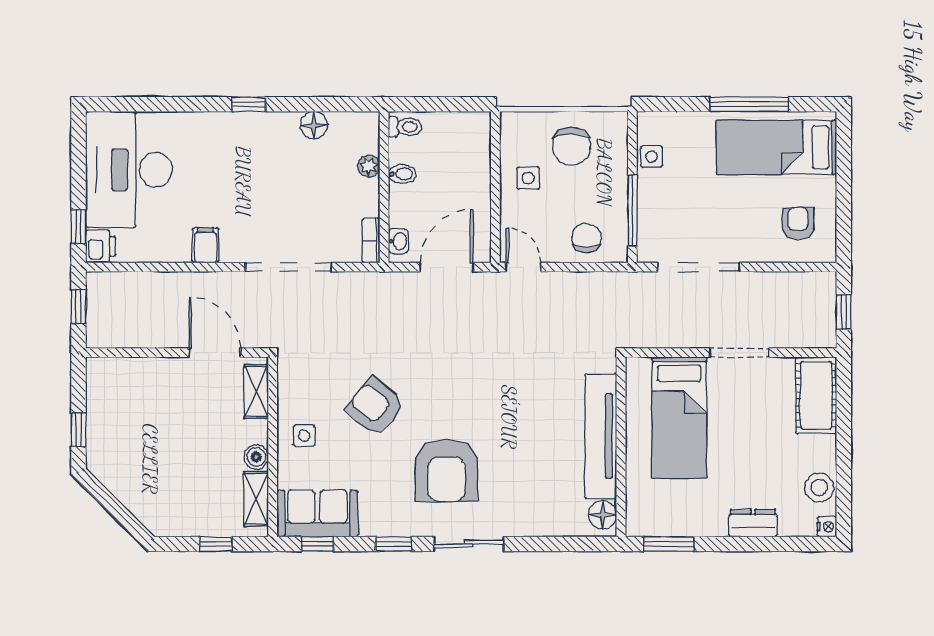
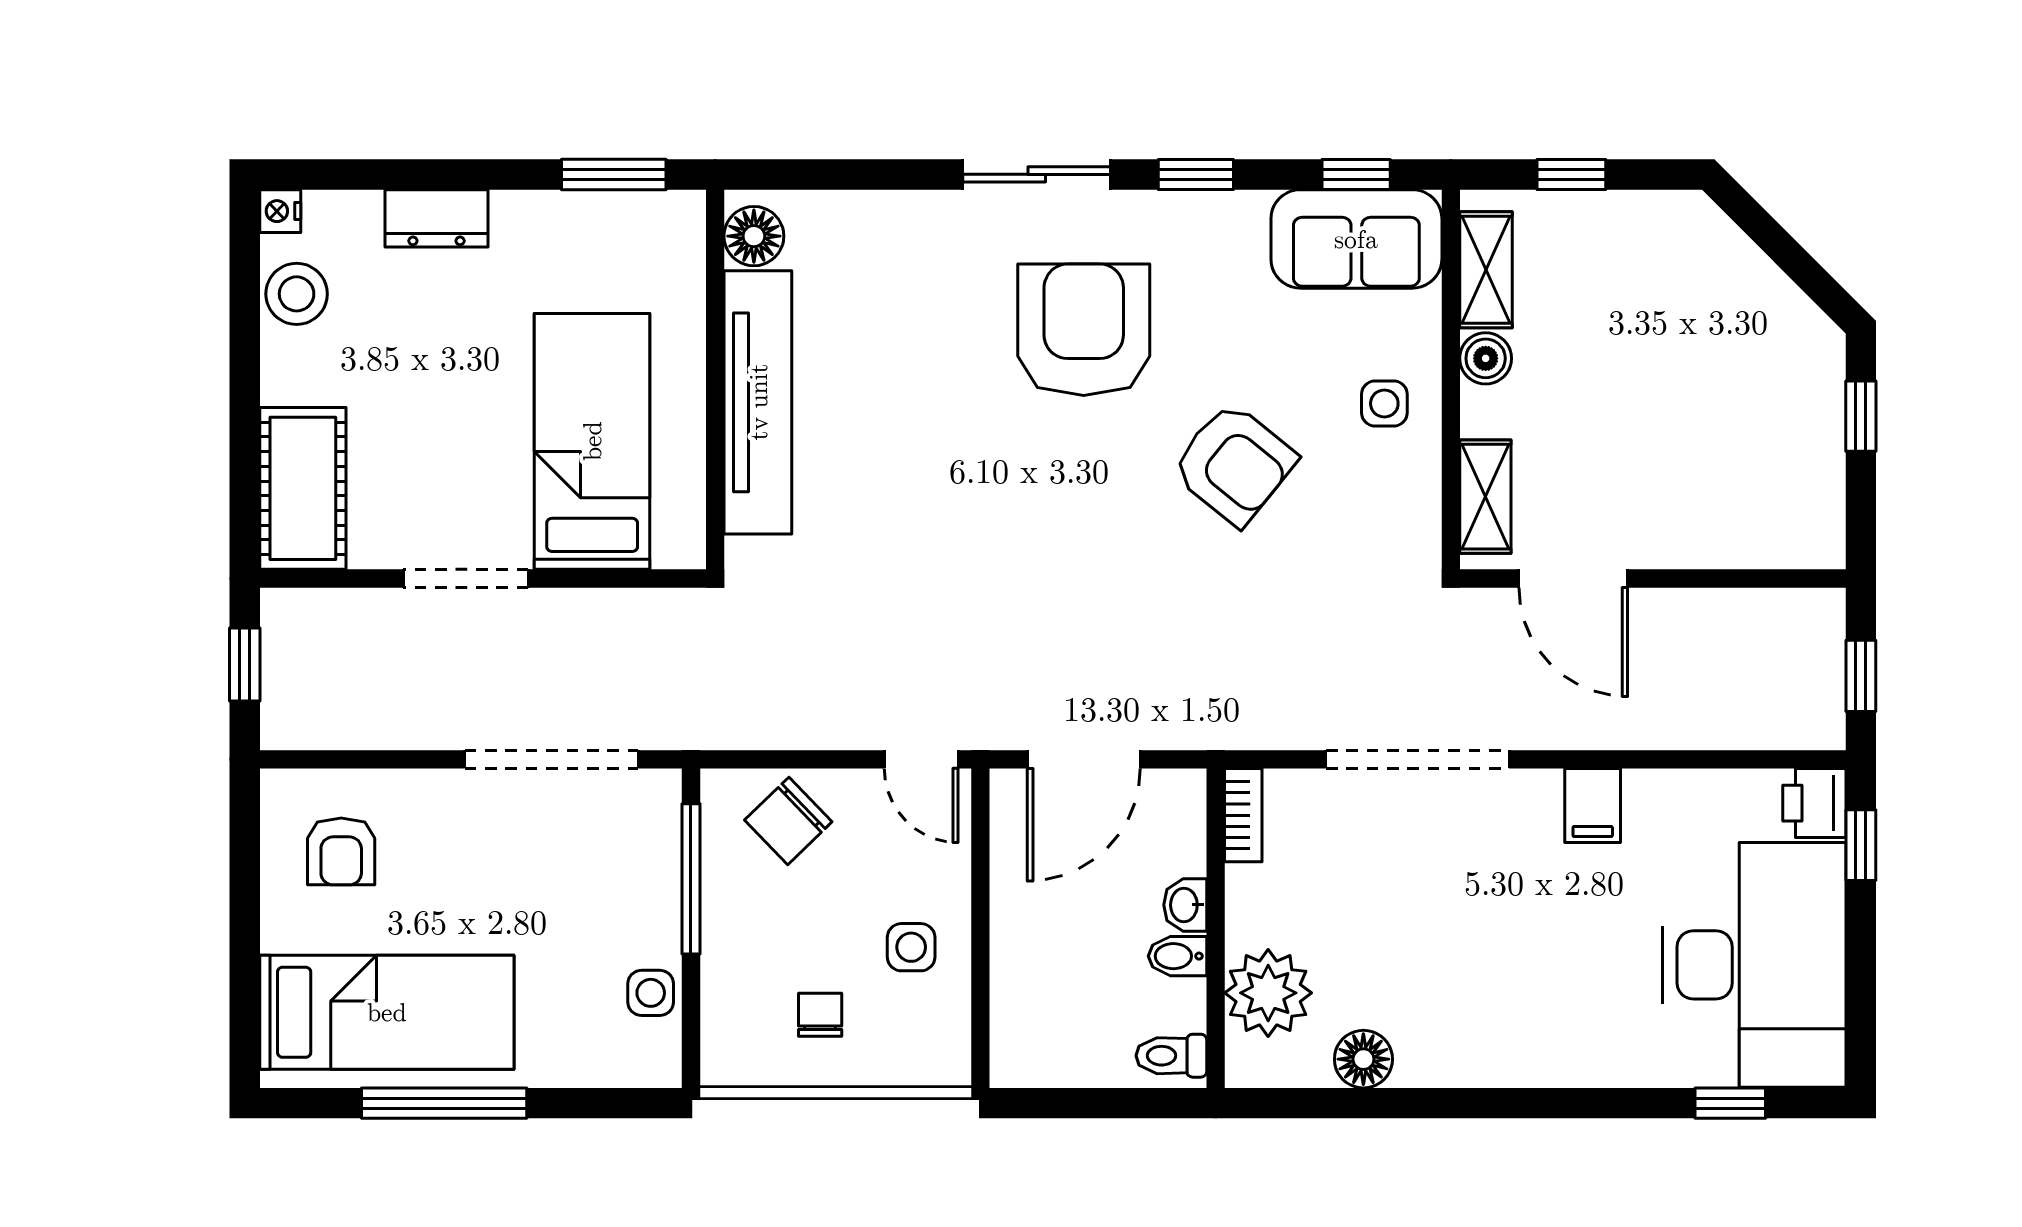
window: (249, 104) -> (1730, 1103), moved
chair: (571, 146) -> (820, 1015), width x0.54, depth x0.54
plant: (369, 166) -> (1268, 993), width x1.87, depth x1.87
chair: (586, 238) -> (788, 821), turned 46
washbasin: (398, 241) -> (1185, 905), moved

